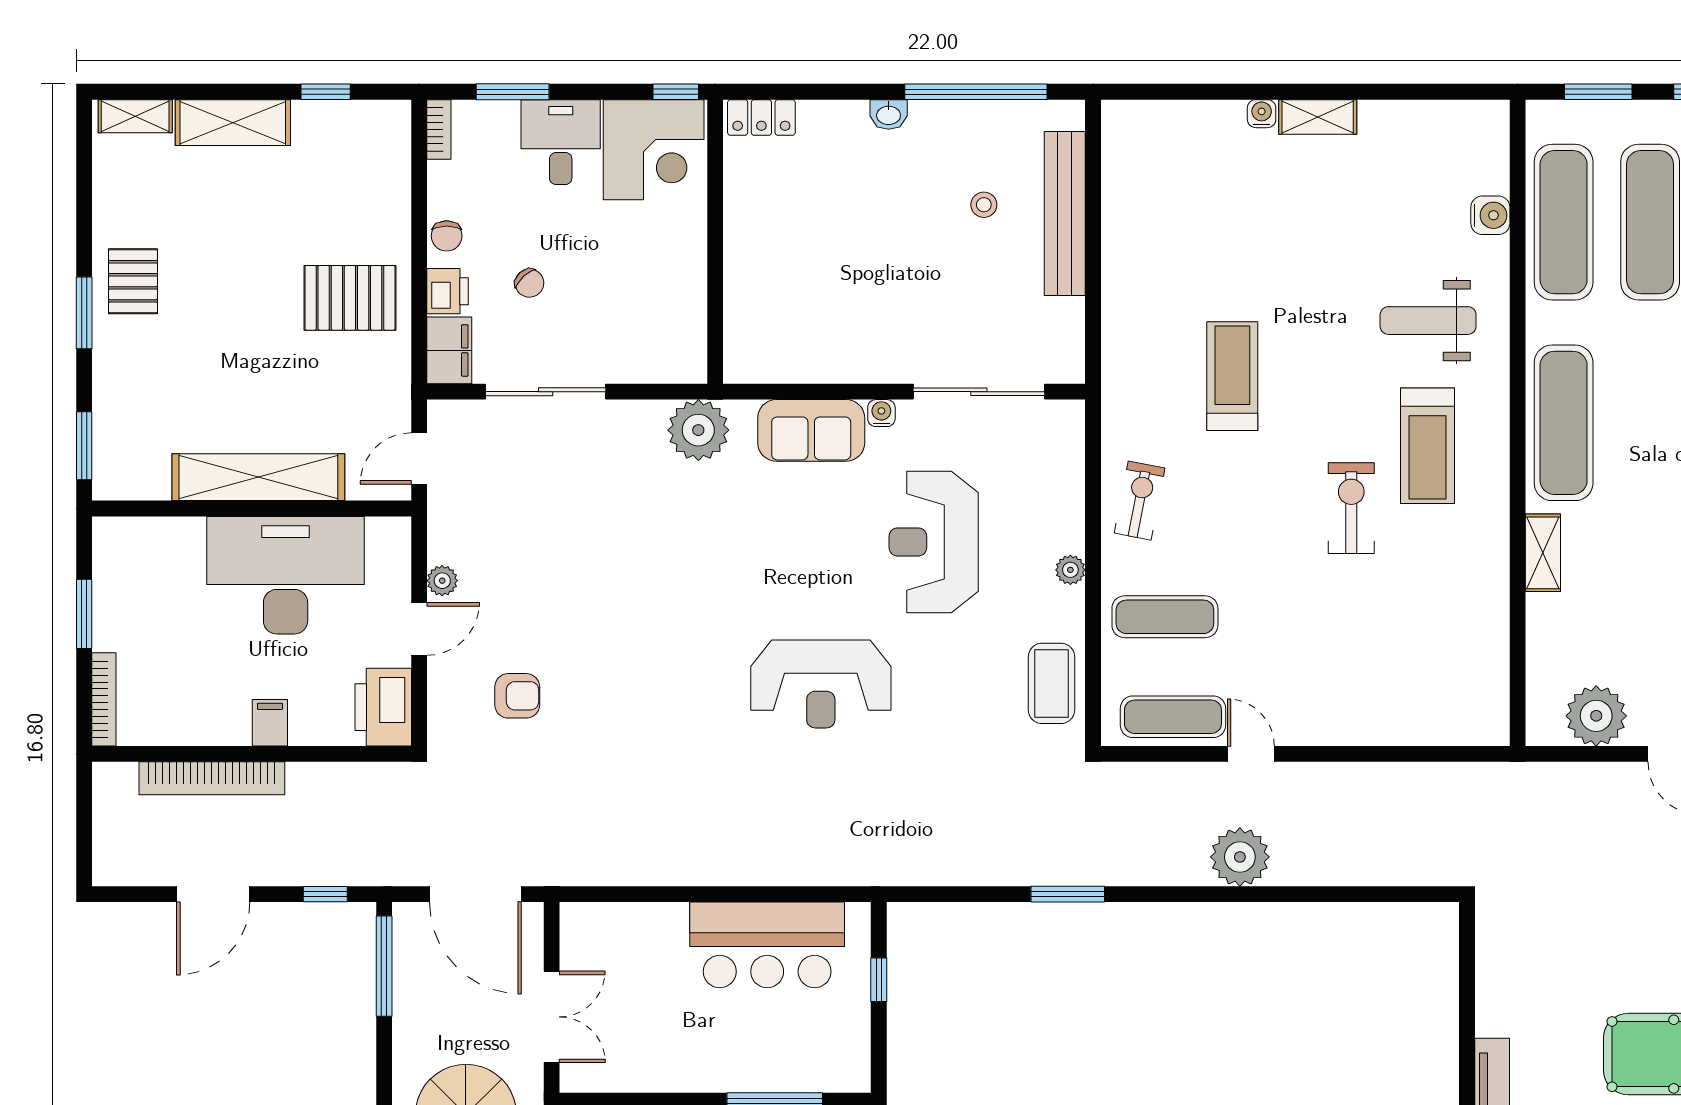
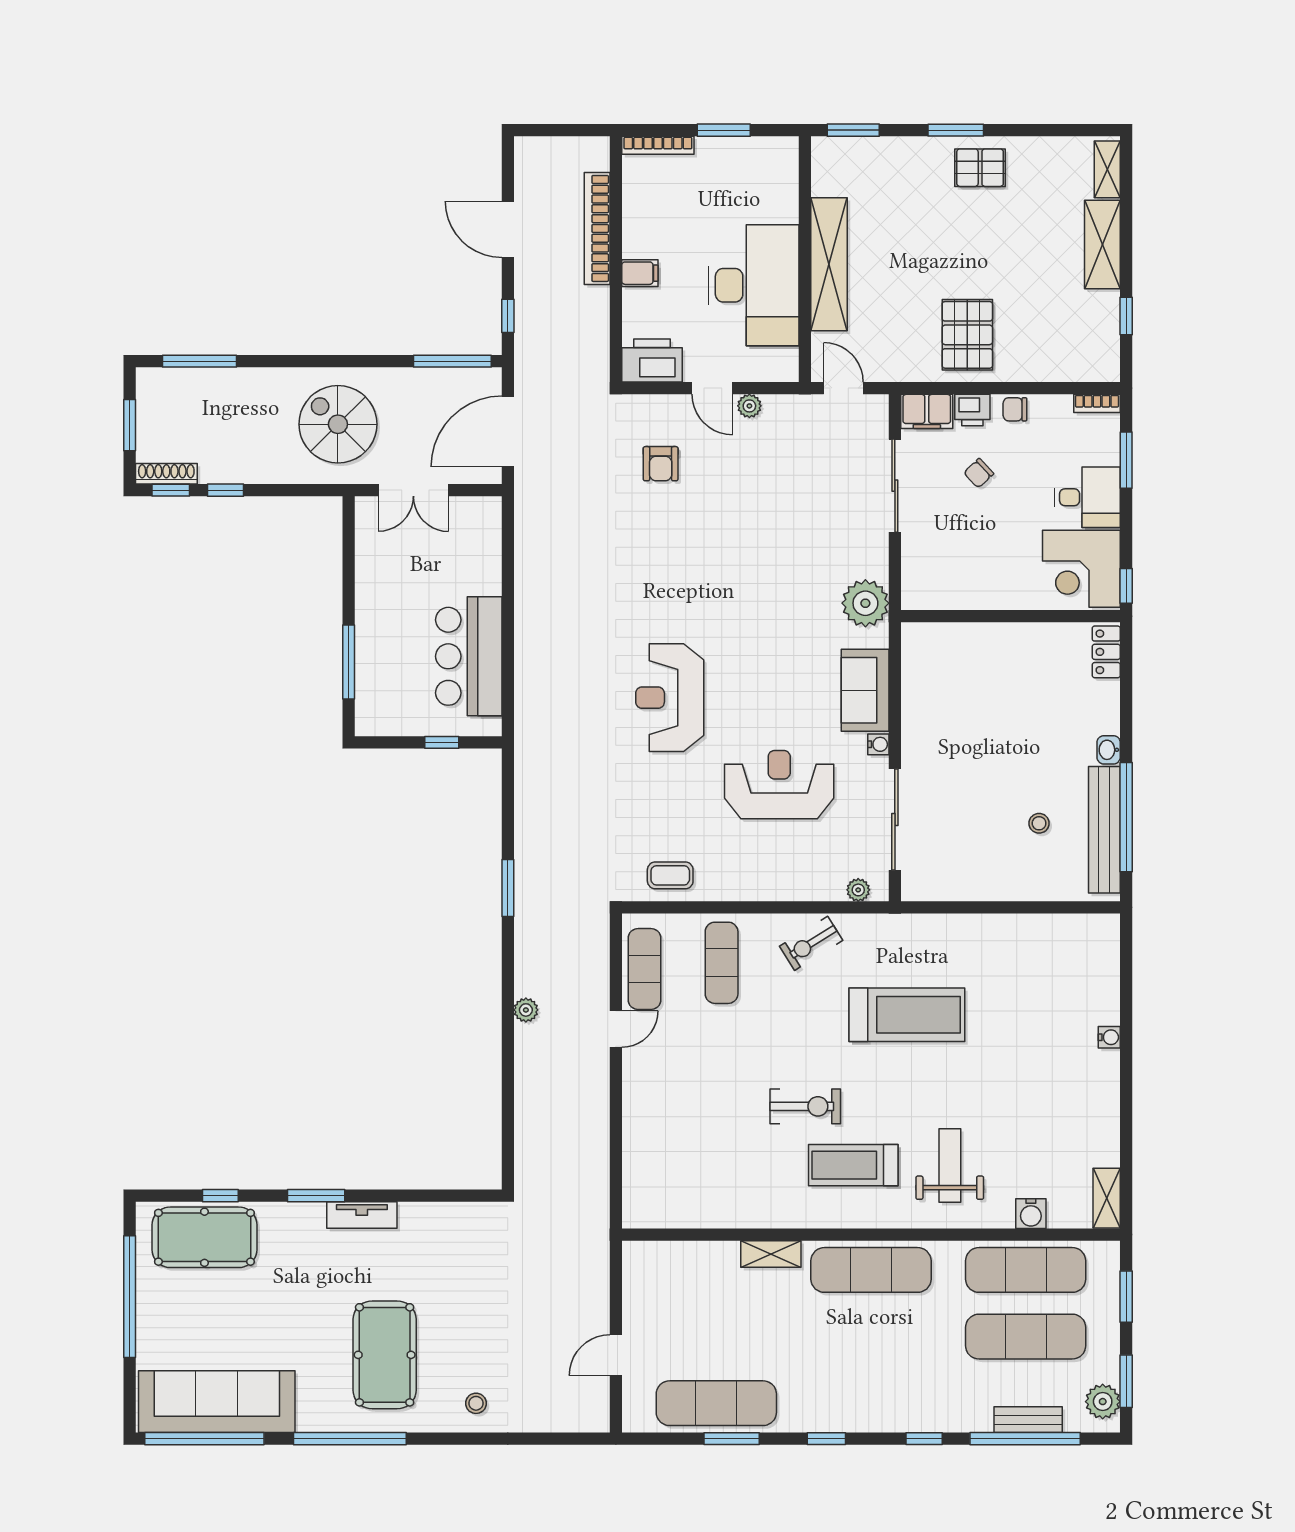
shelving: (1318, 117) -> (1107, 1198), moved
bench: (1065, 214) -> (1104, 830), moved, turned 90
treadmill: (1232, 376) -> (907, 1015), width x1.37, depth x1.38
exercise bike: (1140, 501) -> (811, 943), turned 137
plant: (1070, 570) -> (858, 890), moved
coffee table: (1051, 683) -> (670, 875), width x0.73, depth x0.77
plant: (1596, 716) -> (645, 1295), removed
plant: (1240, 857) -> (526, 1010), width x0.53, depth x0.53

